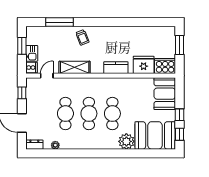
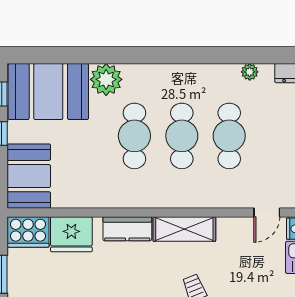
shelving: (75, 67) -> (184, 229), moved

